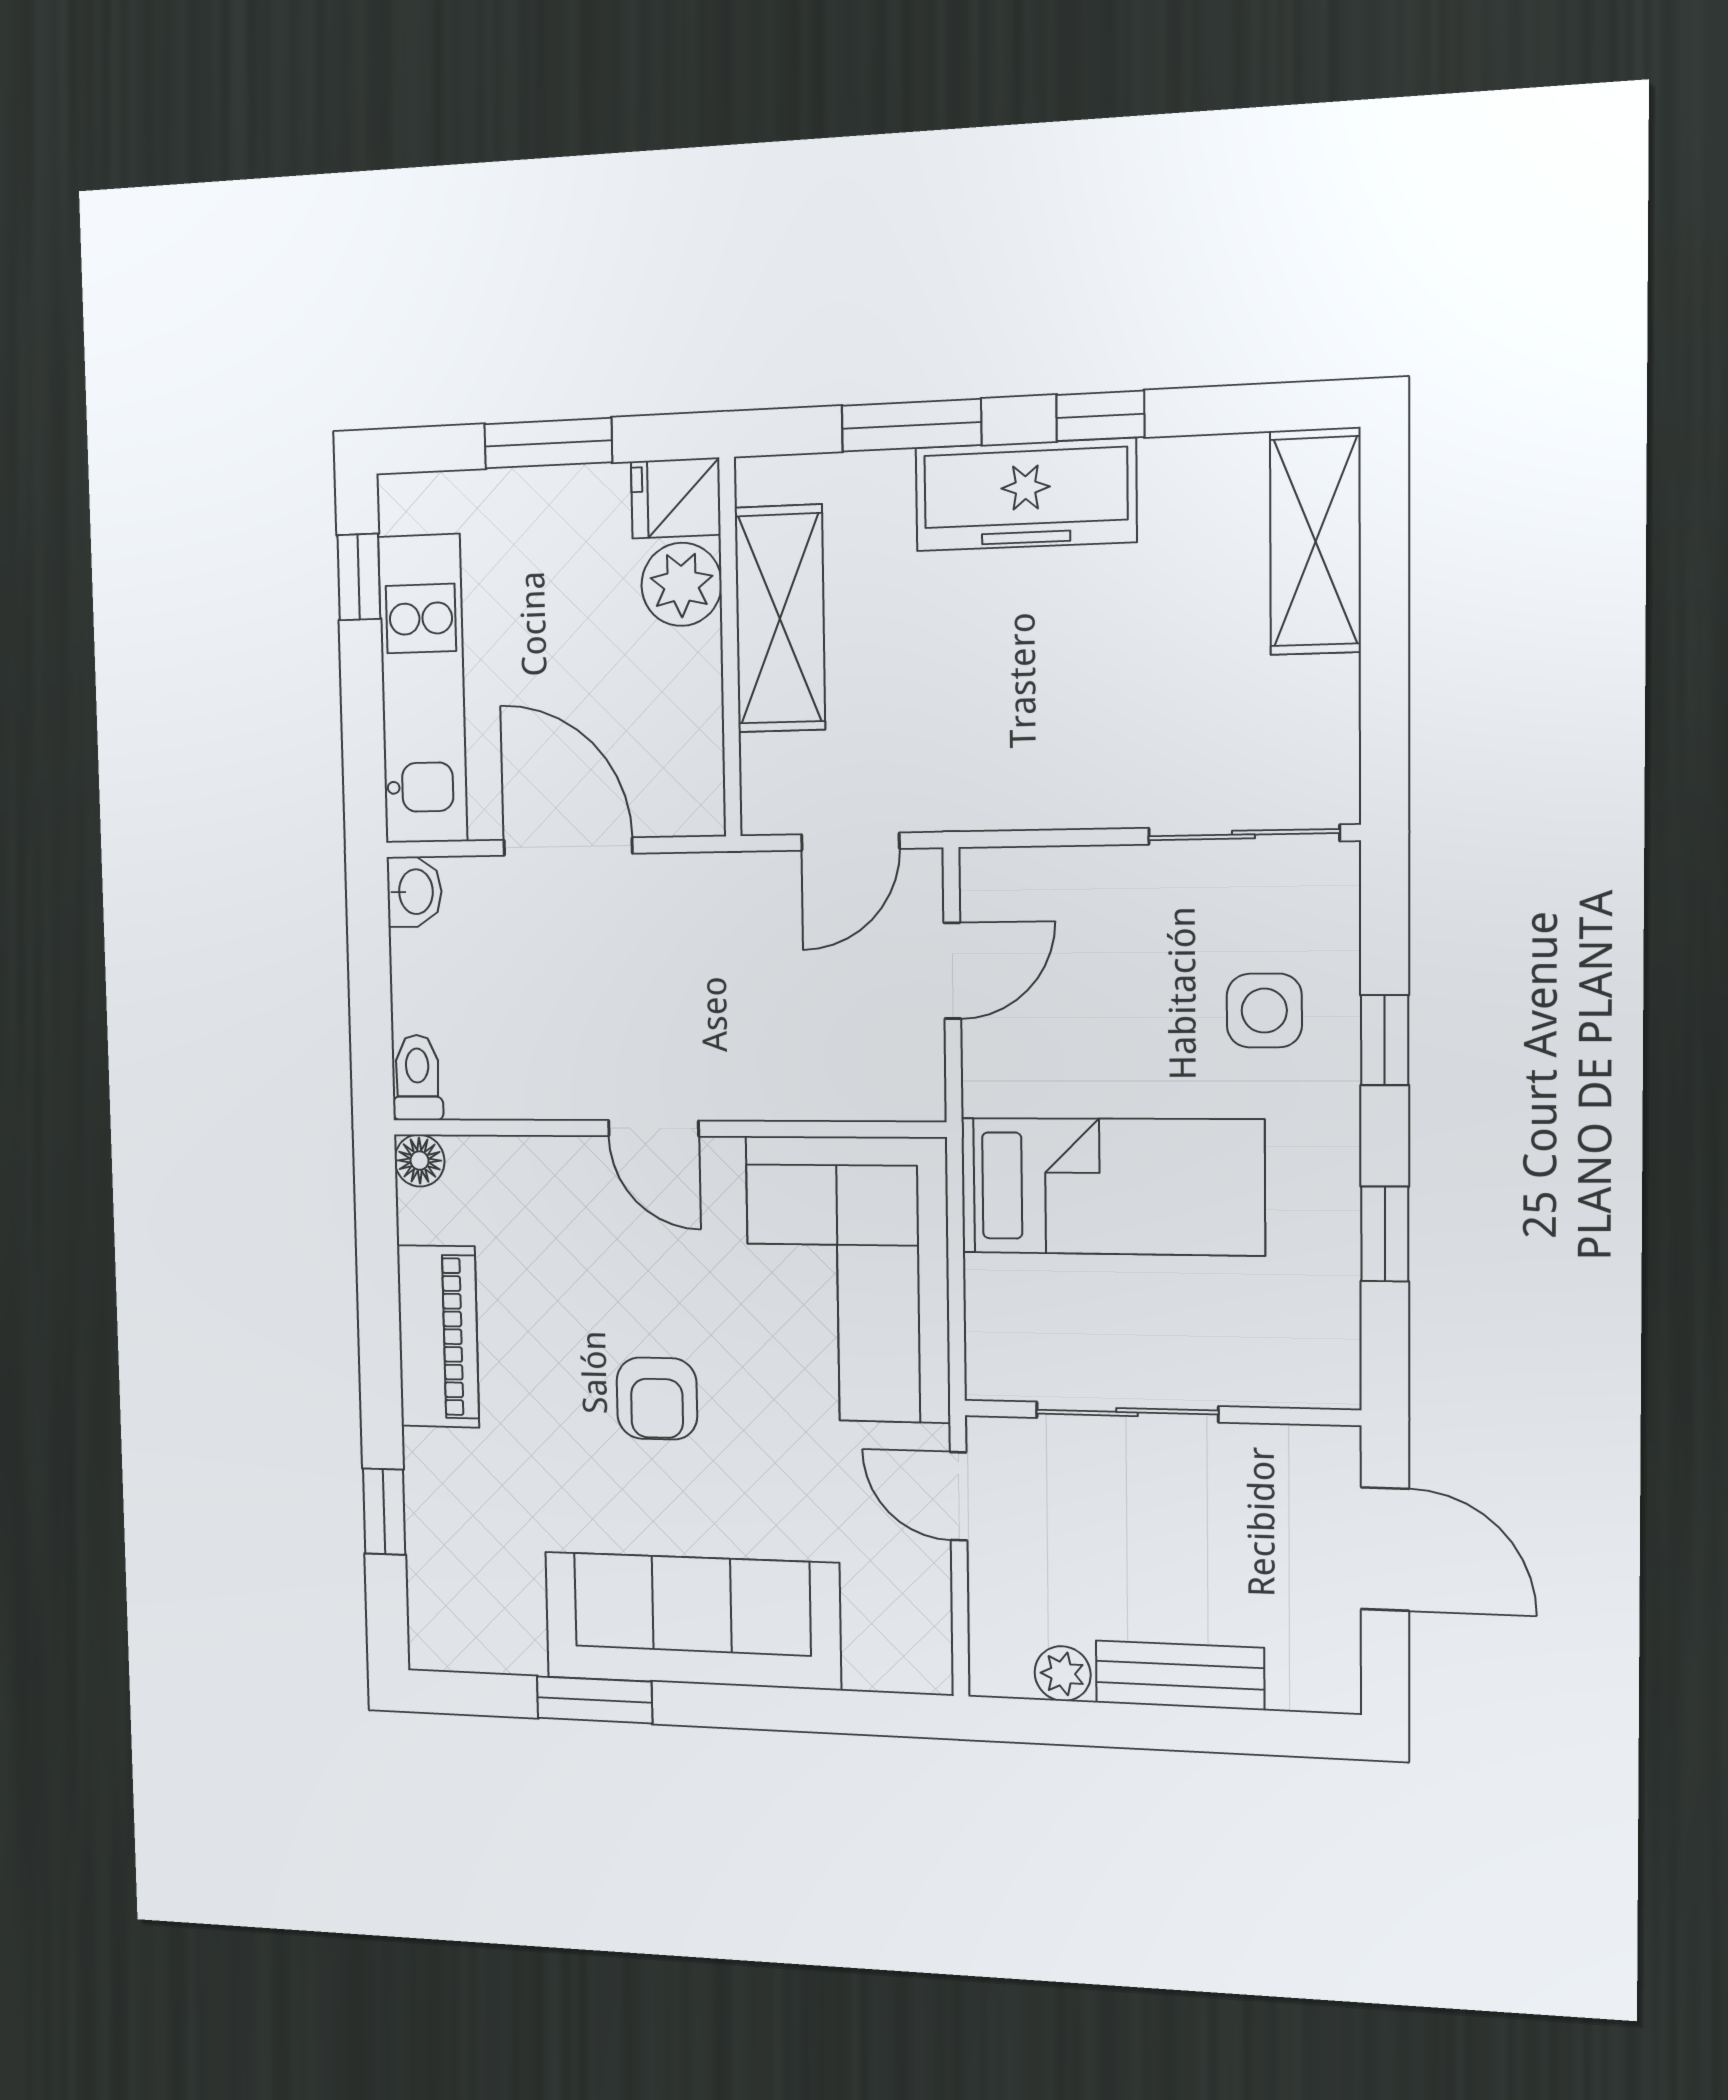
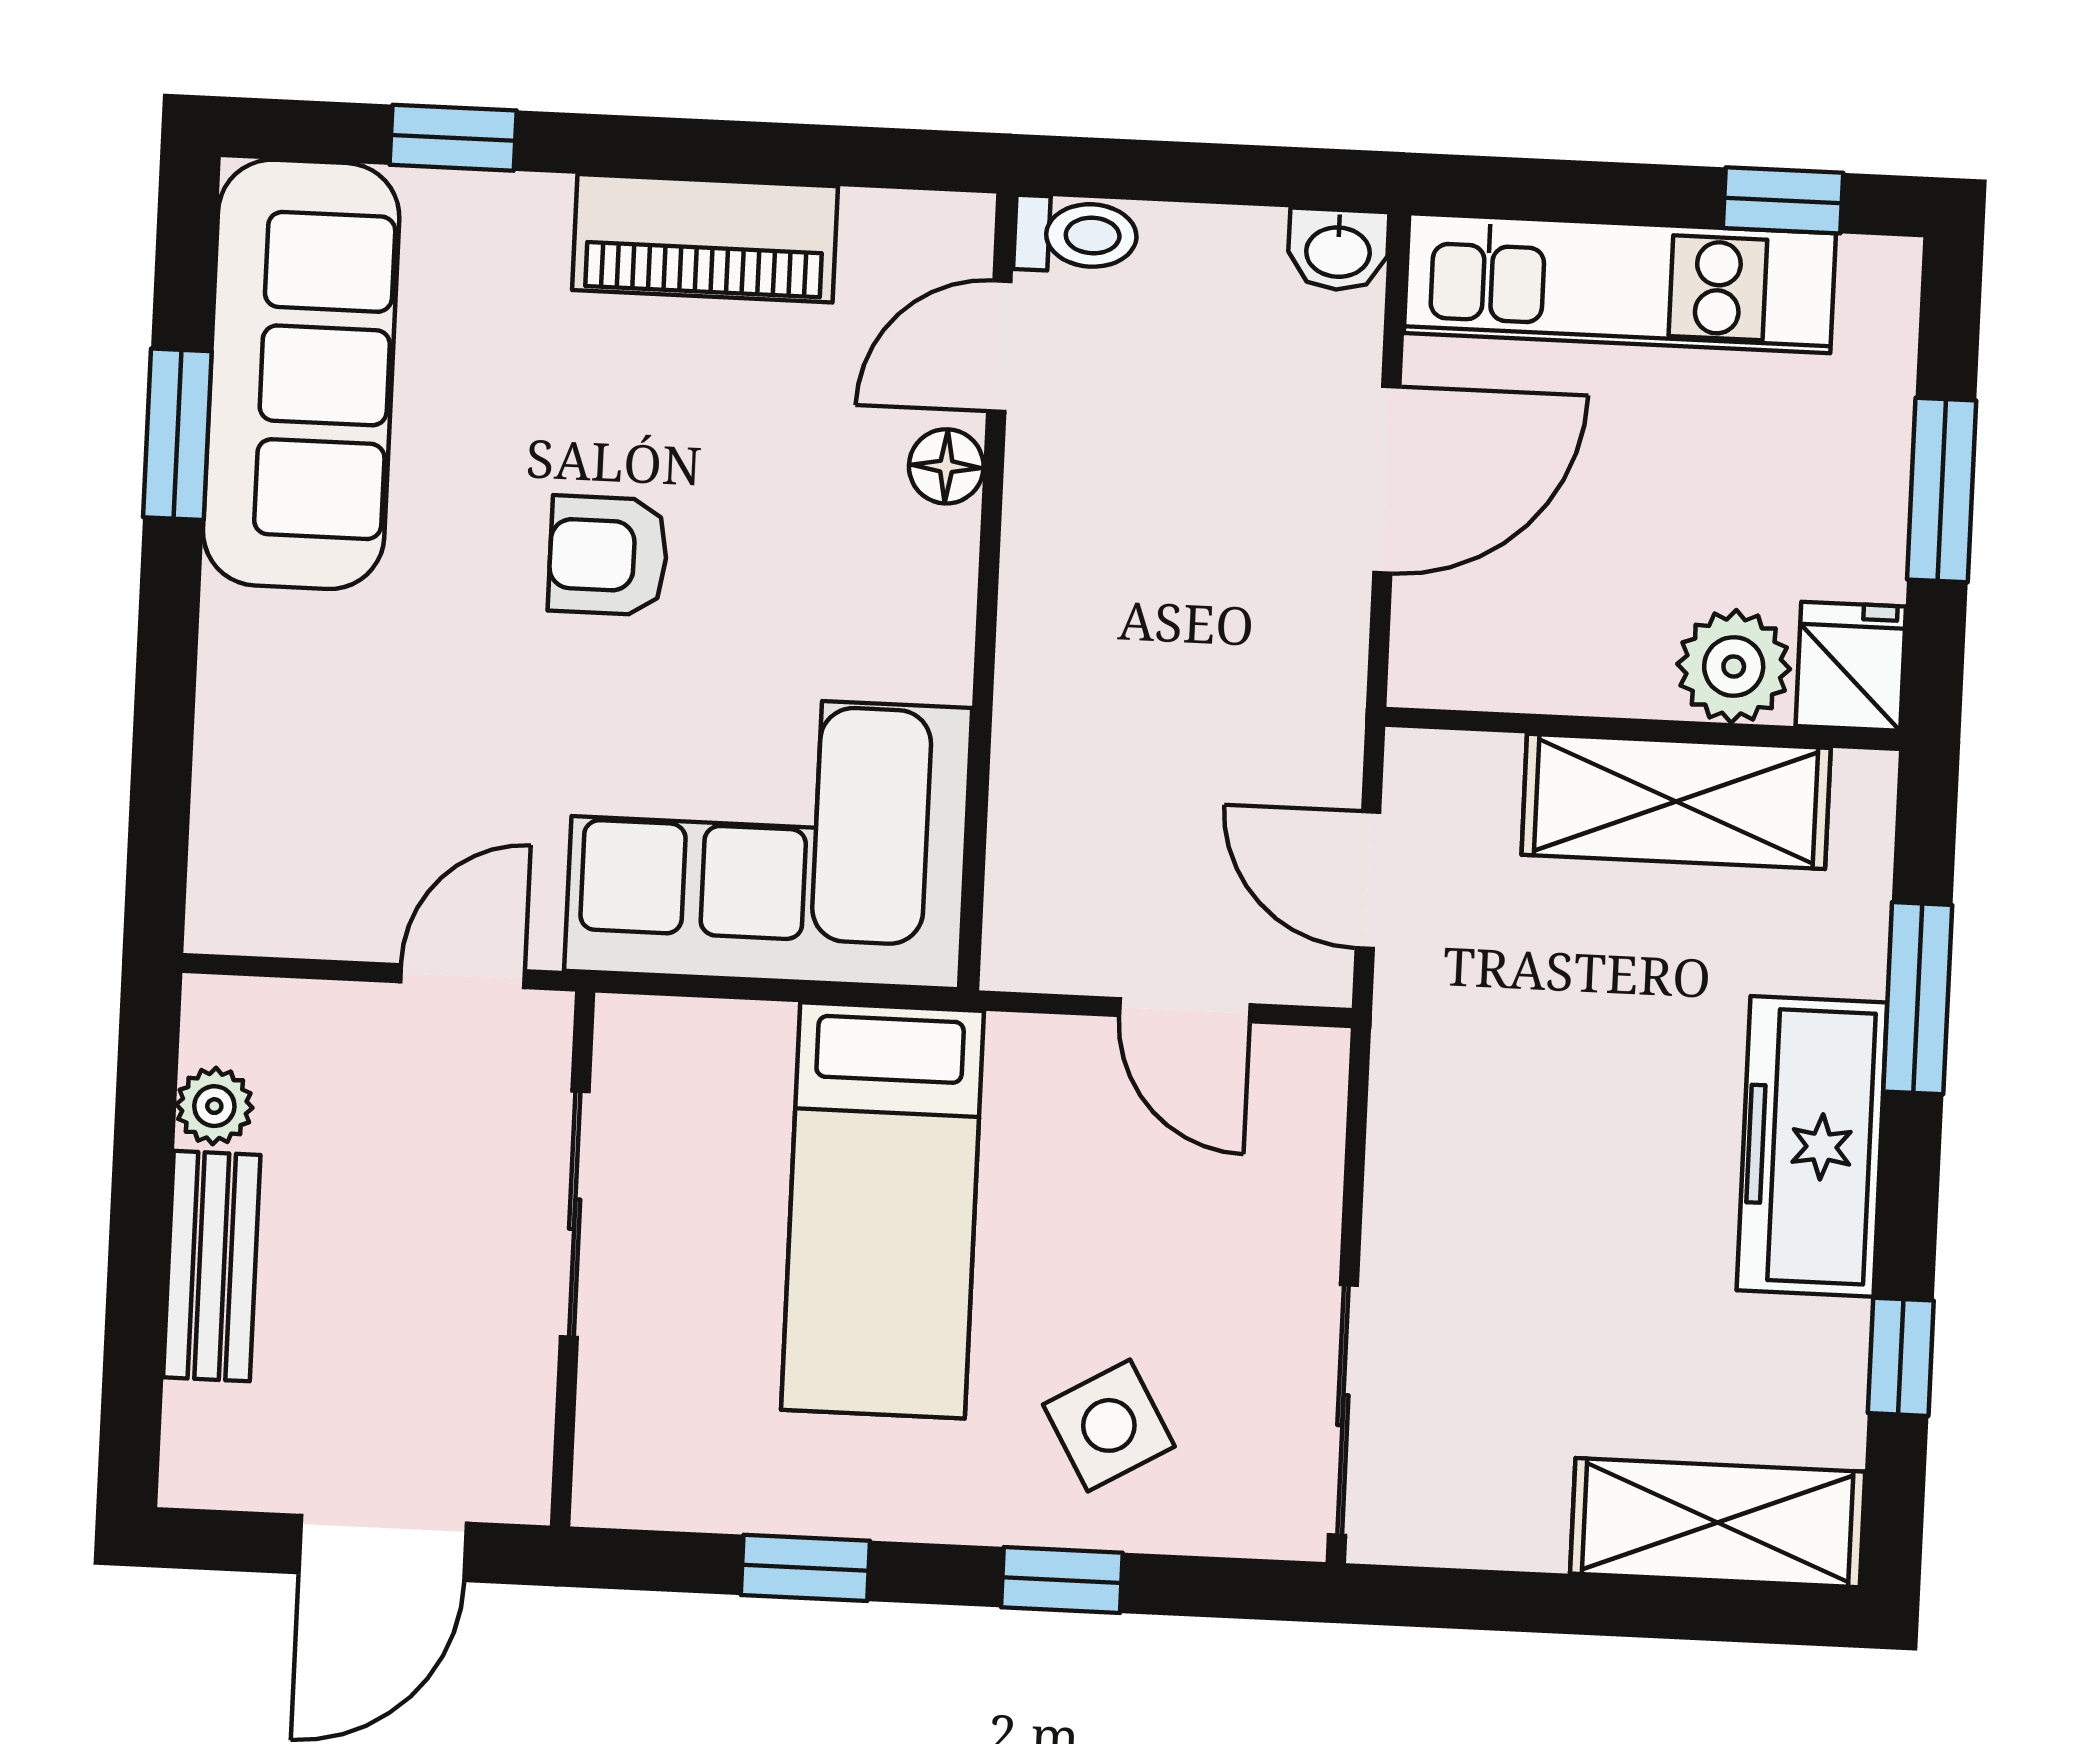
window: (1100, 416) -> (1901, 1357), moved
side table: (1264, 1011) -> (1109, 1425), turned -30
door: (654, 1128) -> (999, 346), moved
floor lamp: (419, 1161) -> (946, 466), moved
sofa: (692, 1621) -> (301, 374), moved

